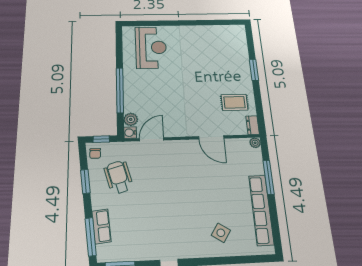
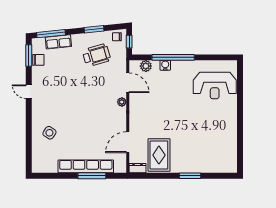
rug: (234, 102) -> (159, 155), width x1.36, depth x1.43
water cooler: (130, 133) -> (165, 65), moved
door: (211, 137) -> (128, 142), moved
plant: (255, 143) -> (122, 102), moved
row of seats: (261, 210) -> (86, 166), moved
chair: (126, 252) -> (38, 60), added

